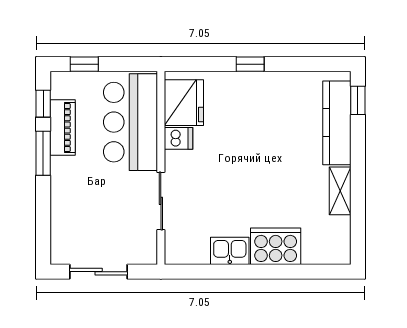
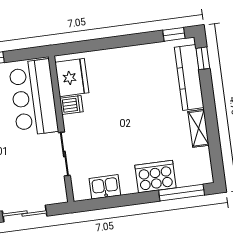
window: (250, 64) -> (174, 34), moved
kitchen sink: (230, 251) -> (105, 187), moved
window: (307, 272) -> (182, 193), added

